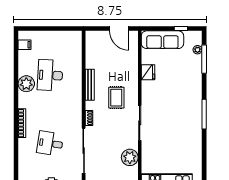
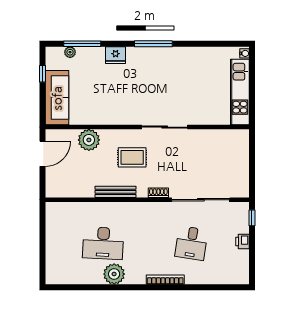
filing cabinet: (25, 45) -> (64, 276), removed
fridge: (148, 72) -> (116, 55), moved, turned 180
plant: (130, 157) -> (89, 140), moved

